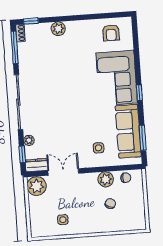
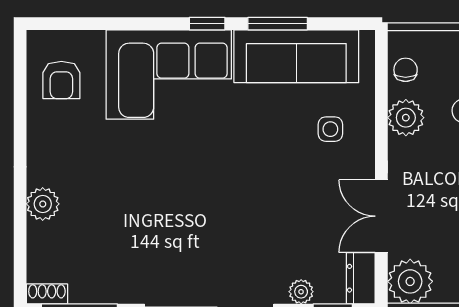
window: (31, 21) -> (20, 267), removed
armchair: (111, 33) -> (61, 80), turned 90
window: (143, 138) -> (278, 24), moved

